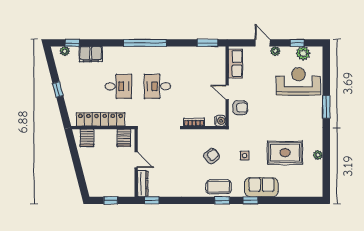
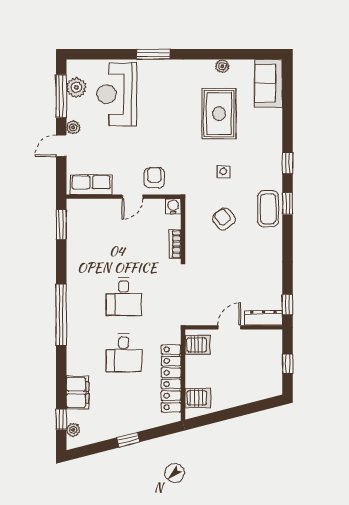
window: (297, 43) -> (61, 96), width x2.17
desk: (118, 86) -> (124, 353), turned 180
sofa: (261, 187) -> (269, 83), moved

